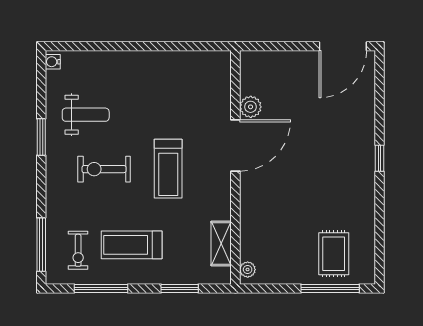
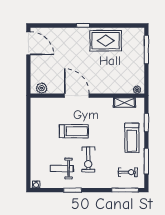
plant: (251, 107) -> (42, 88), moved
weight bench: (86, 115) -> (62, 168), turned -90
treadmill: (168, 169) -> (74, 131), moved
treadmill: (132, 245) -> (132, 138), moved
rug: (334, 254) -> (106, 41), moved, width x1.36, depth x1.43

